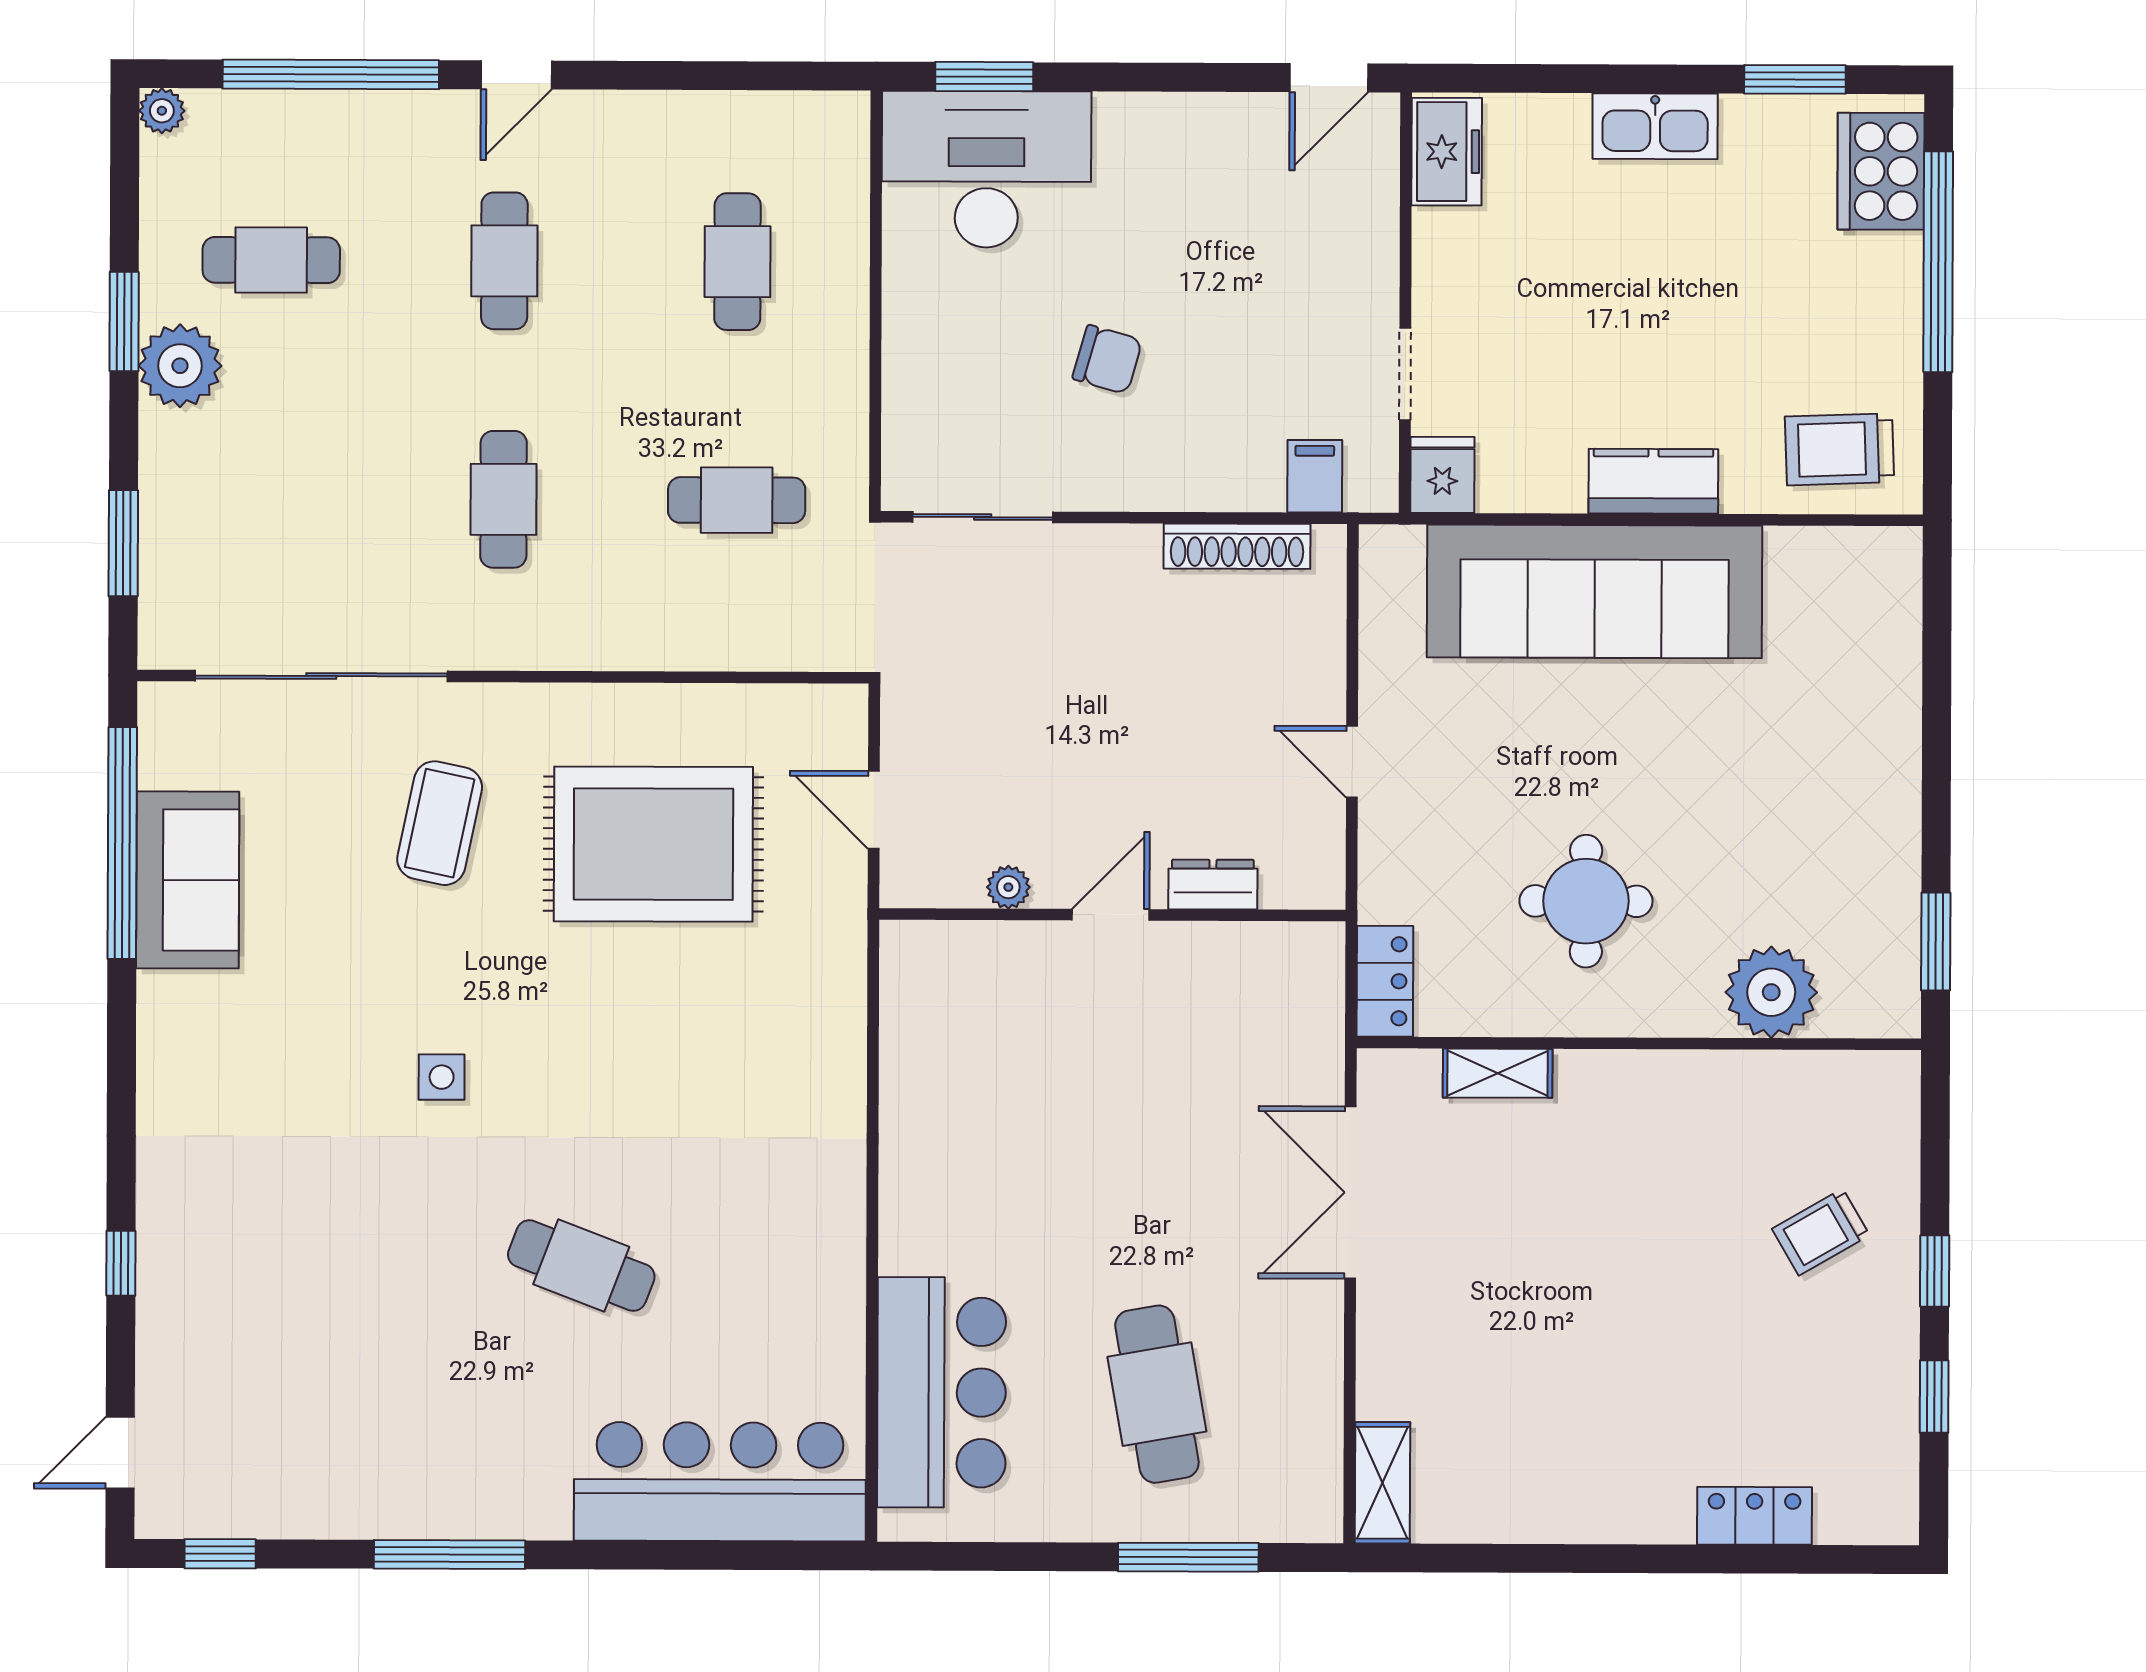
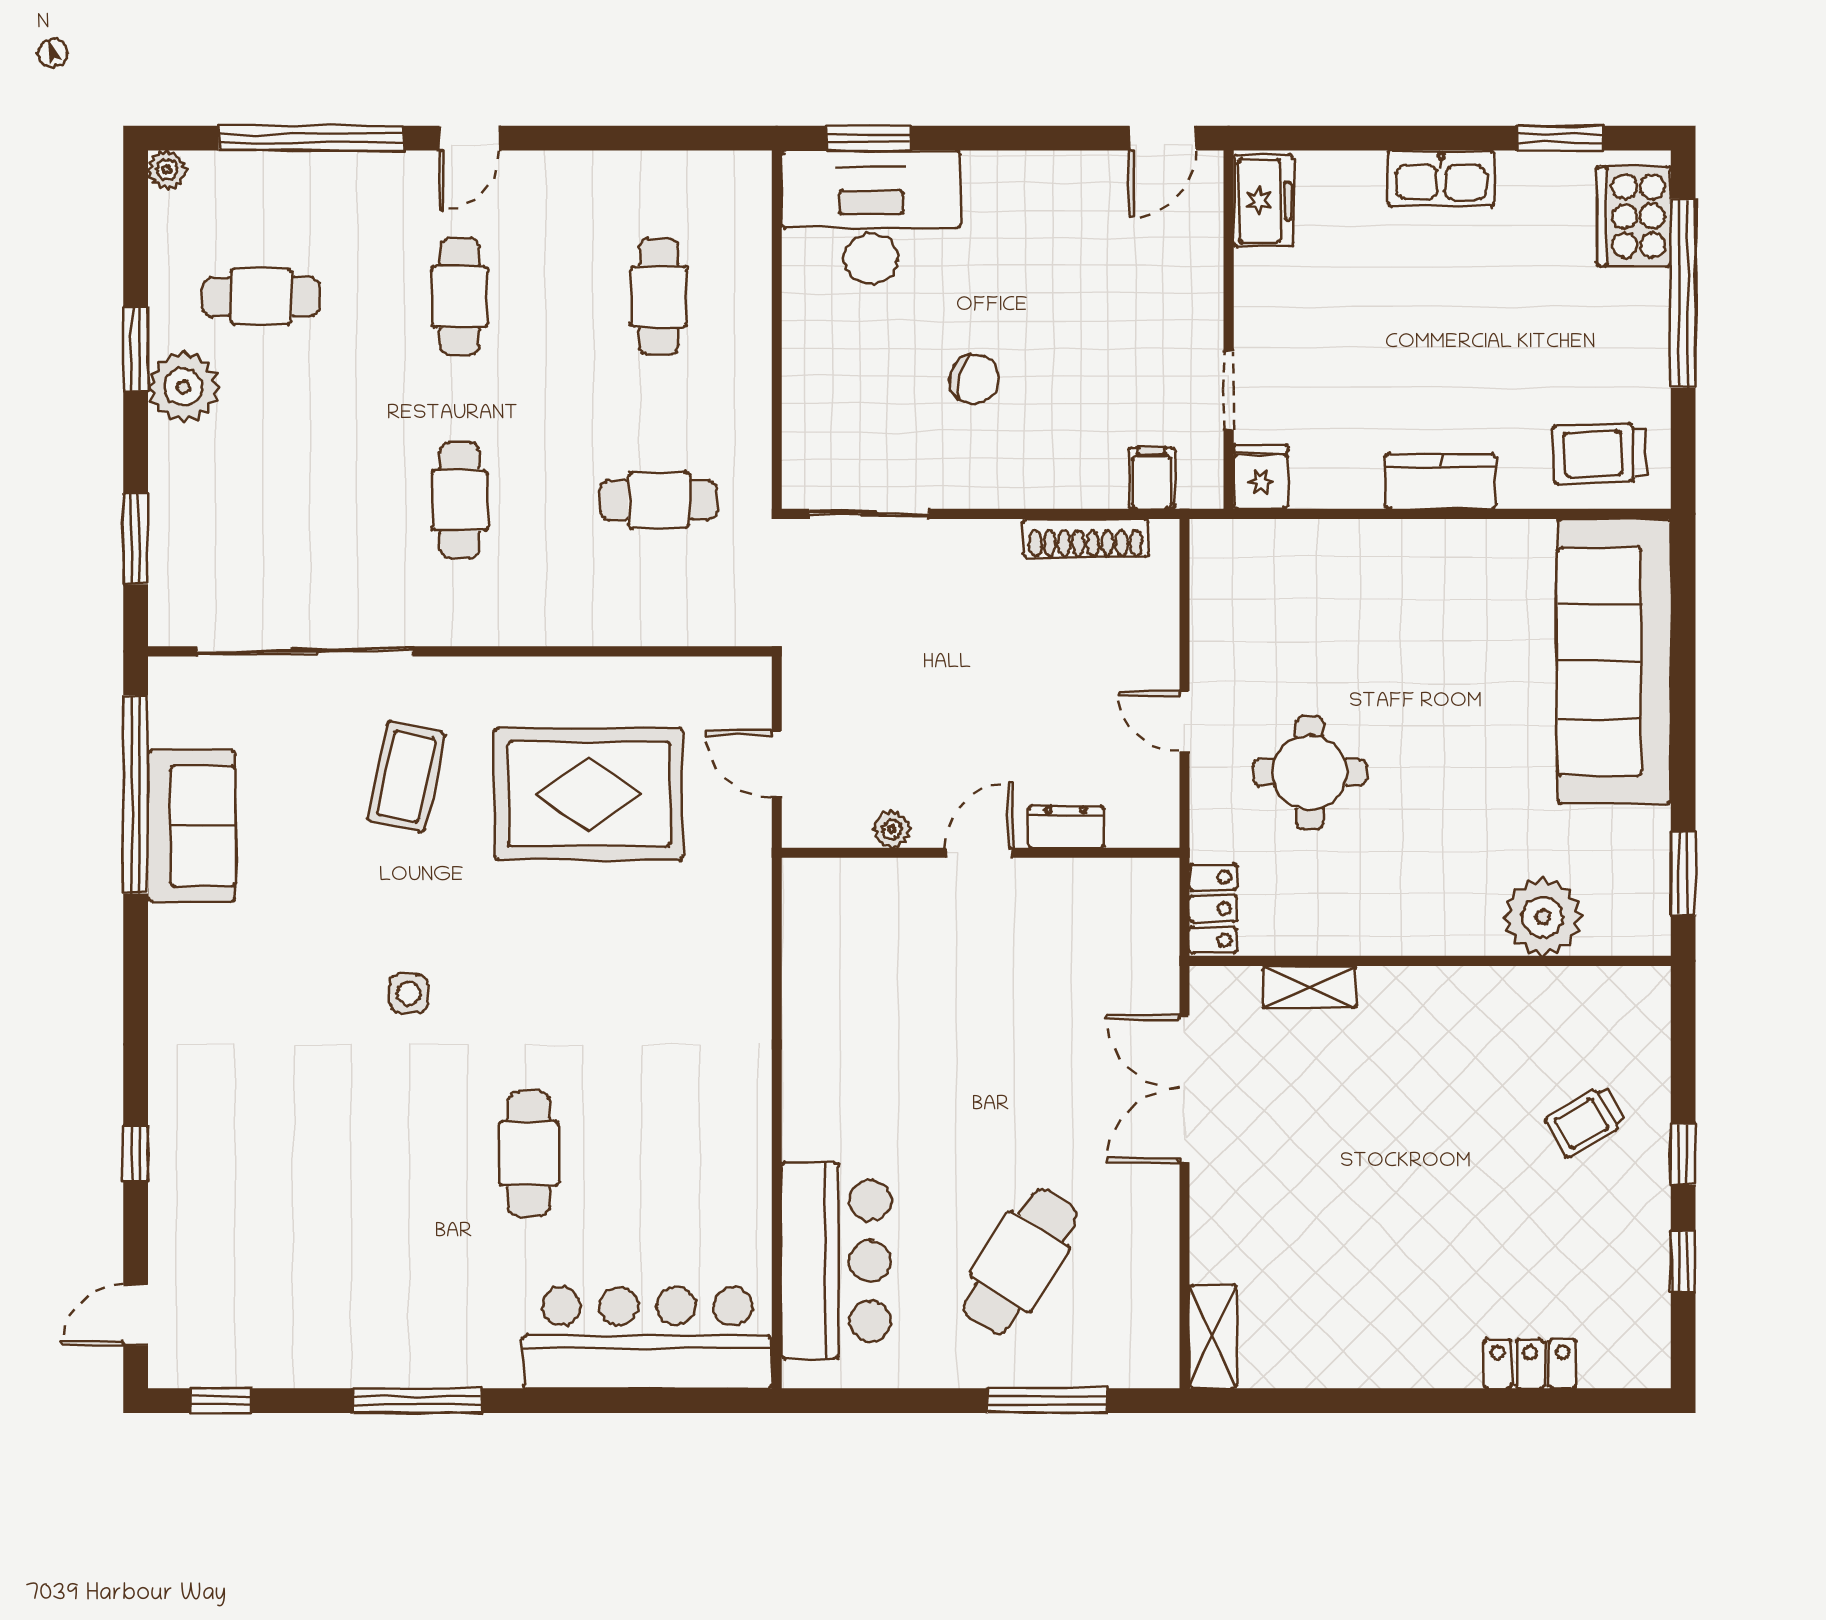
sofa: (1595, 591) -> (1614, 662), moved, turned 90
round table: (1586, 901) -> (1310, 772), moved
cafe table: (581, 1266) -> (528, 1154), turned 69
cafe table: (1157, 1394) -> (1020, 1262), turned 42

